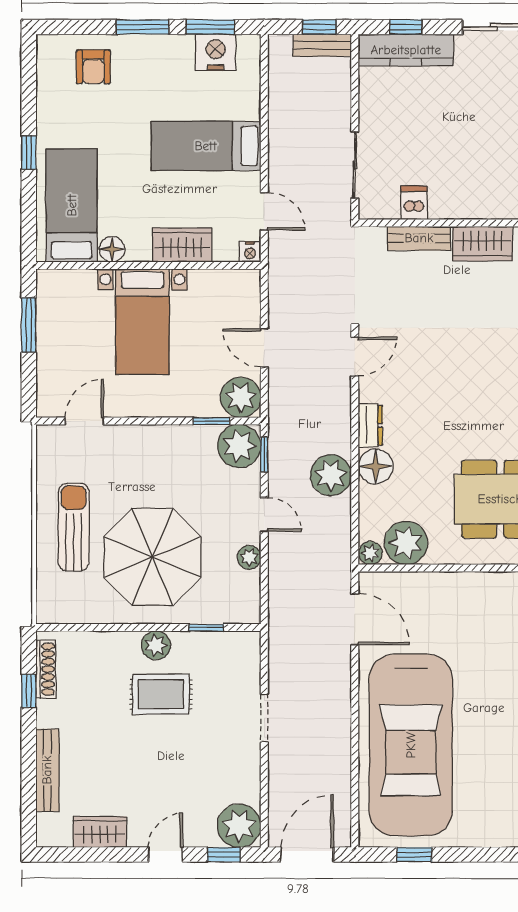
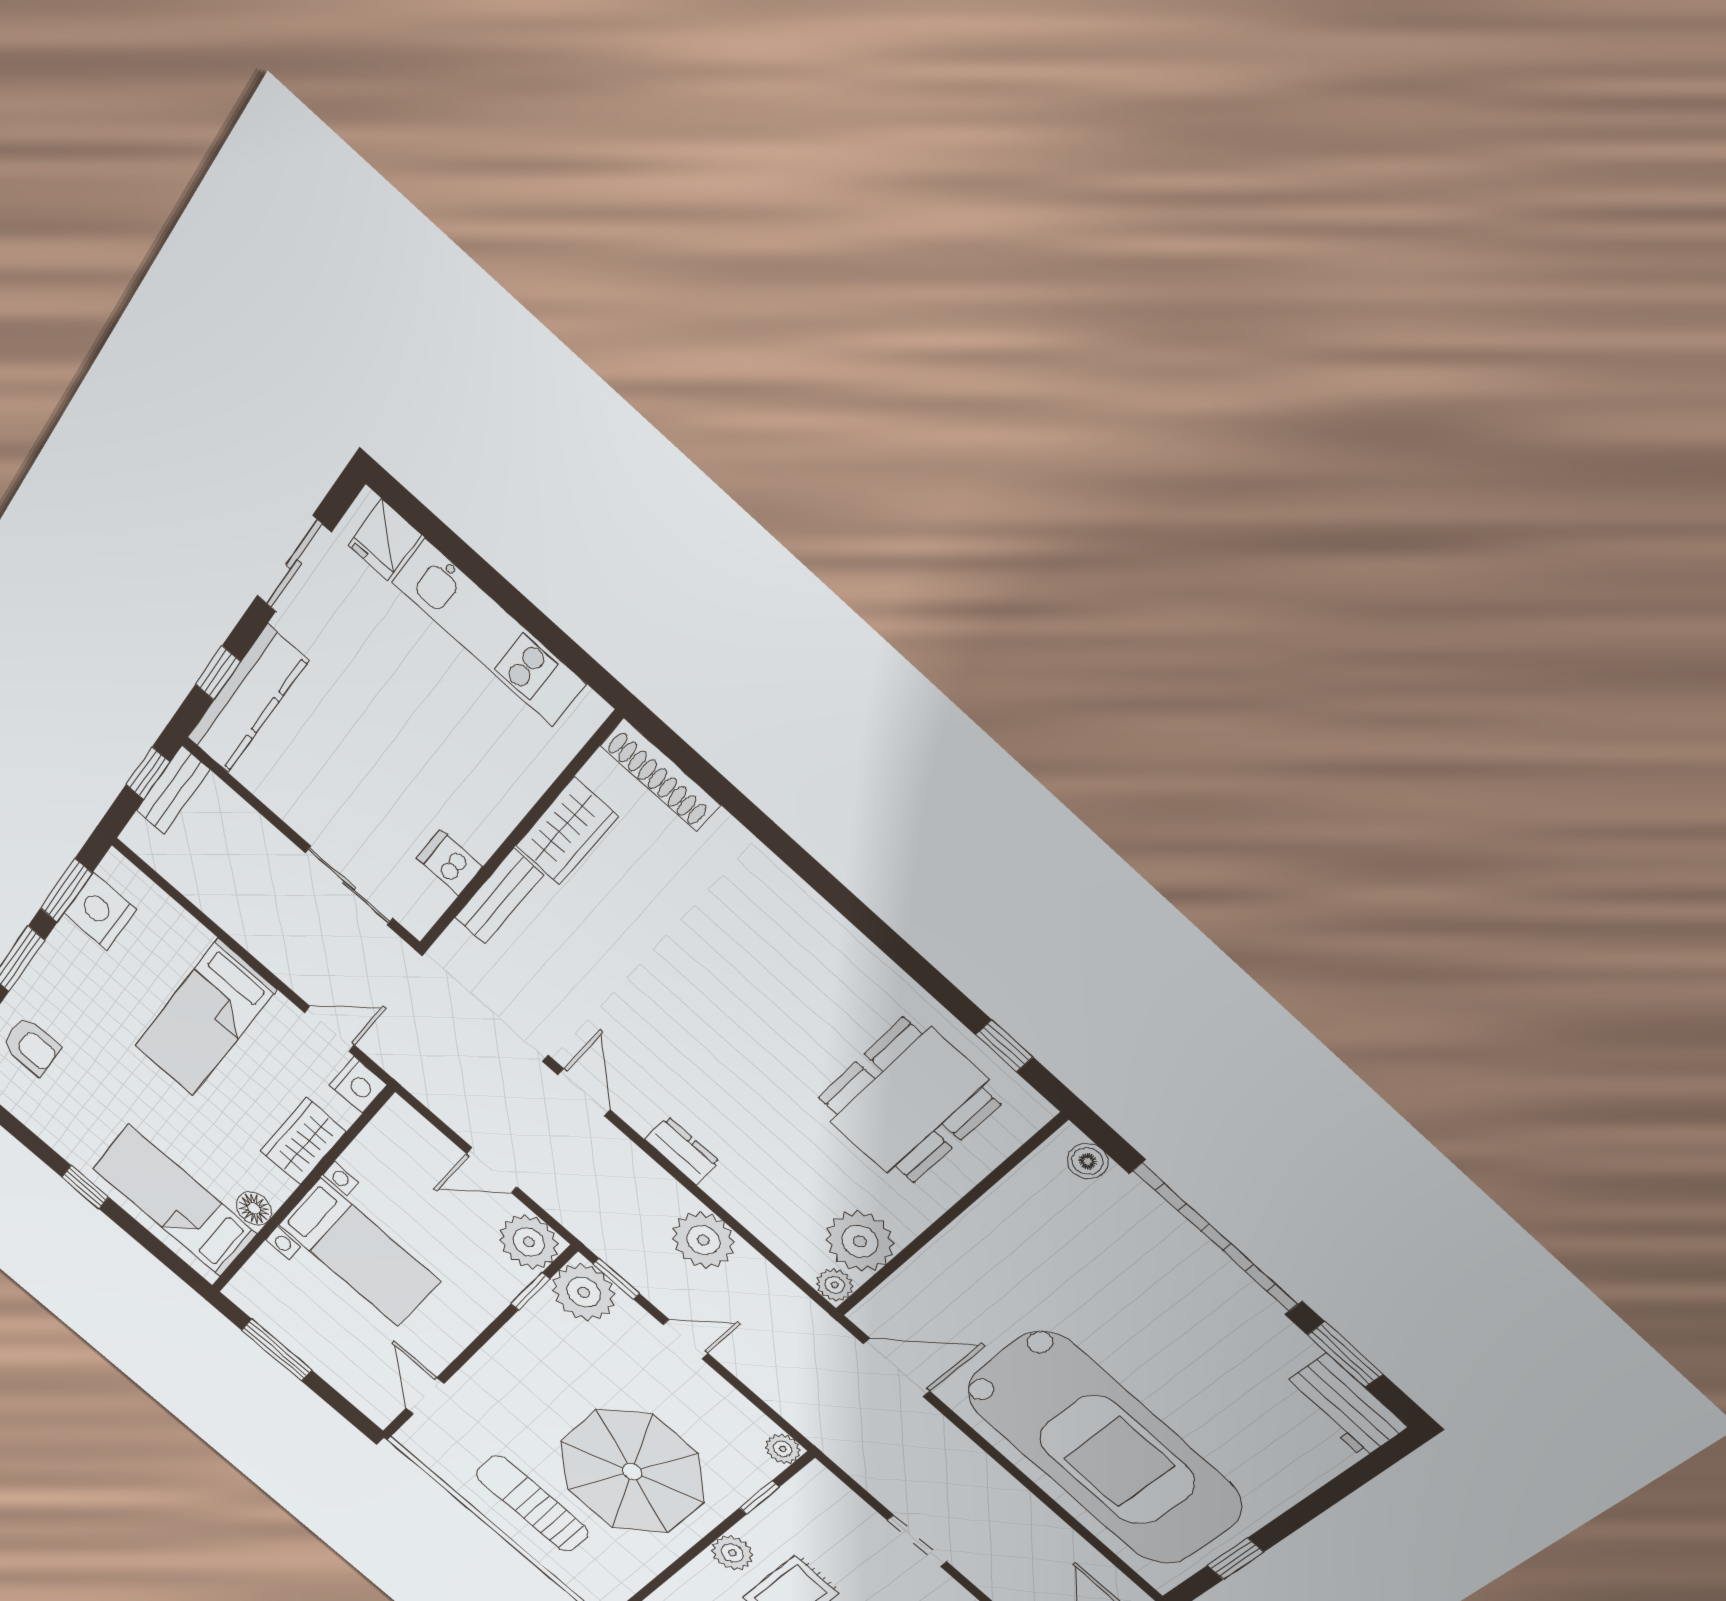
nightstand: (250, 252) -> (358, 1085), width x1.39, depth x1.35
floor lamp: (376, 466) -> (737, 1189), removed
plant: (249, 557) -> (783, 1449), moved

